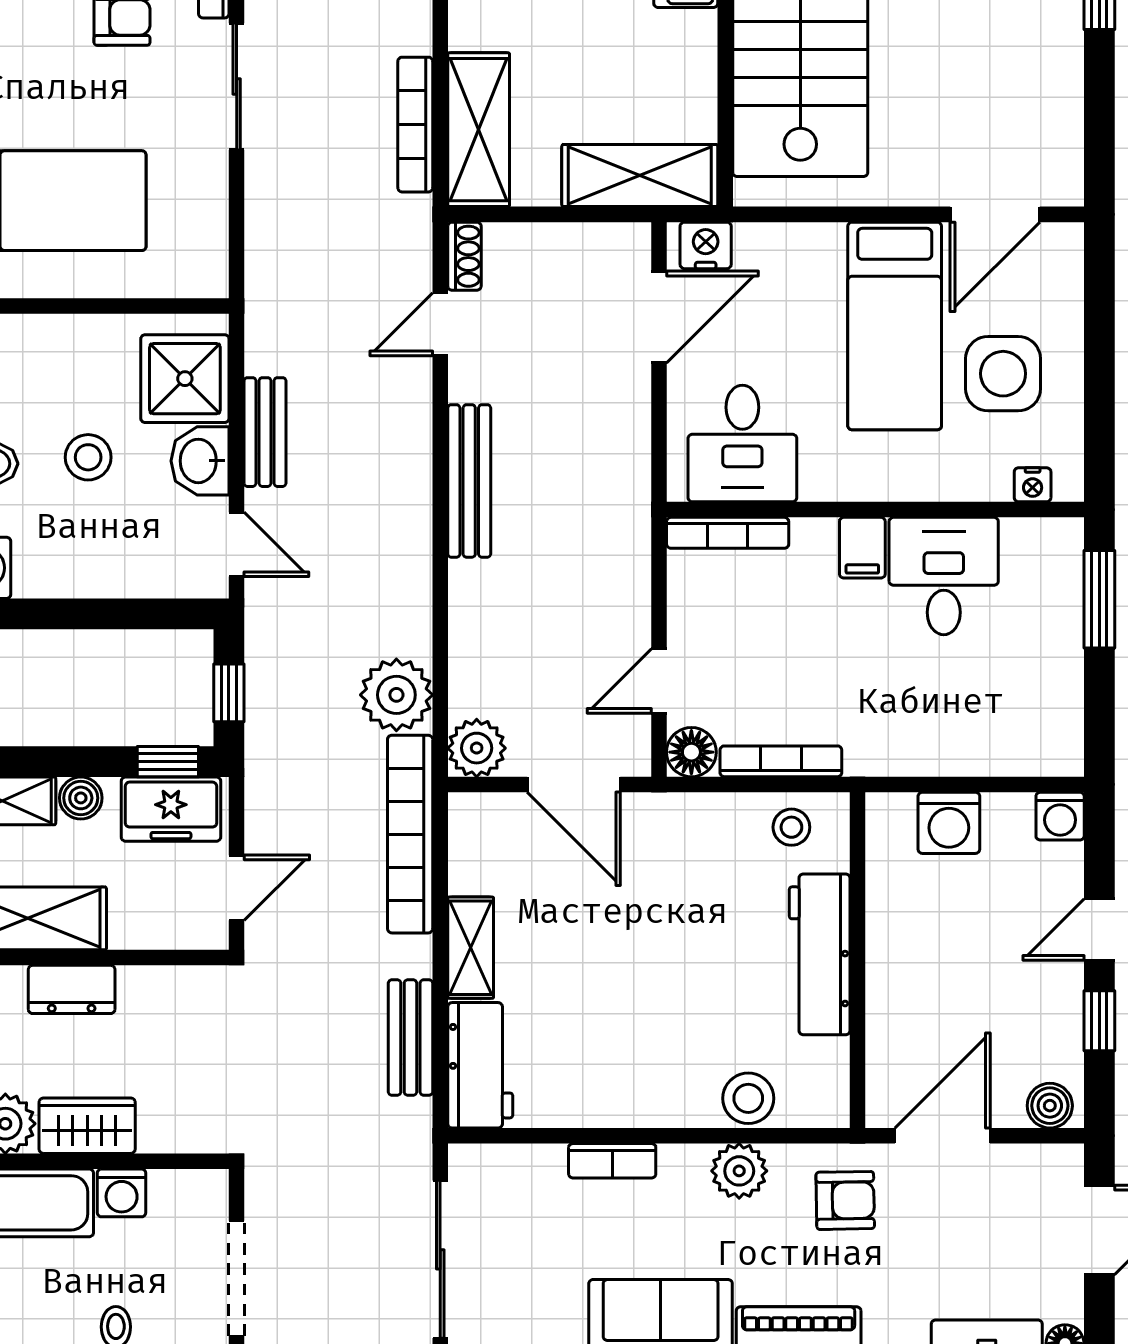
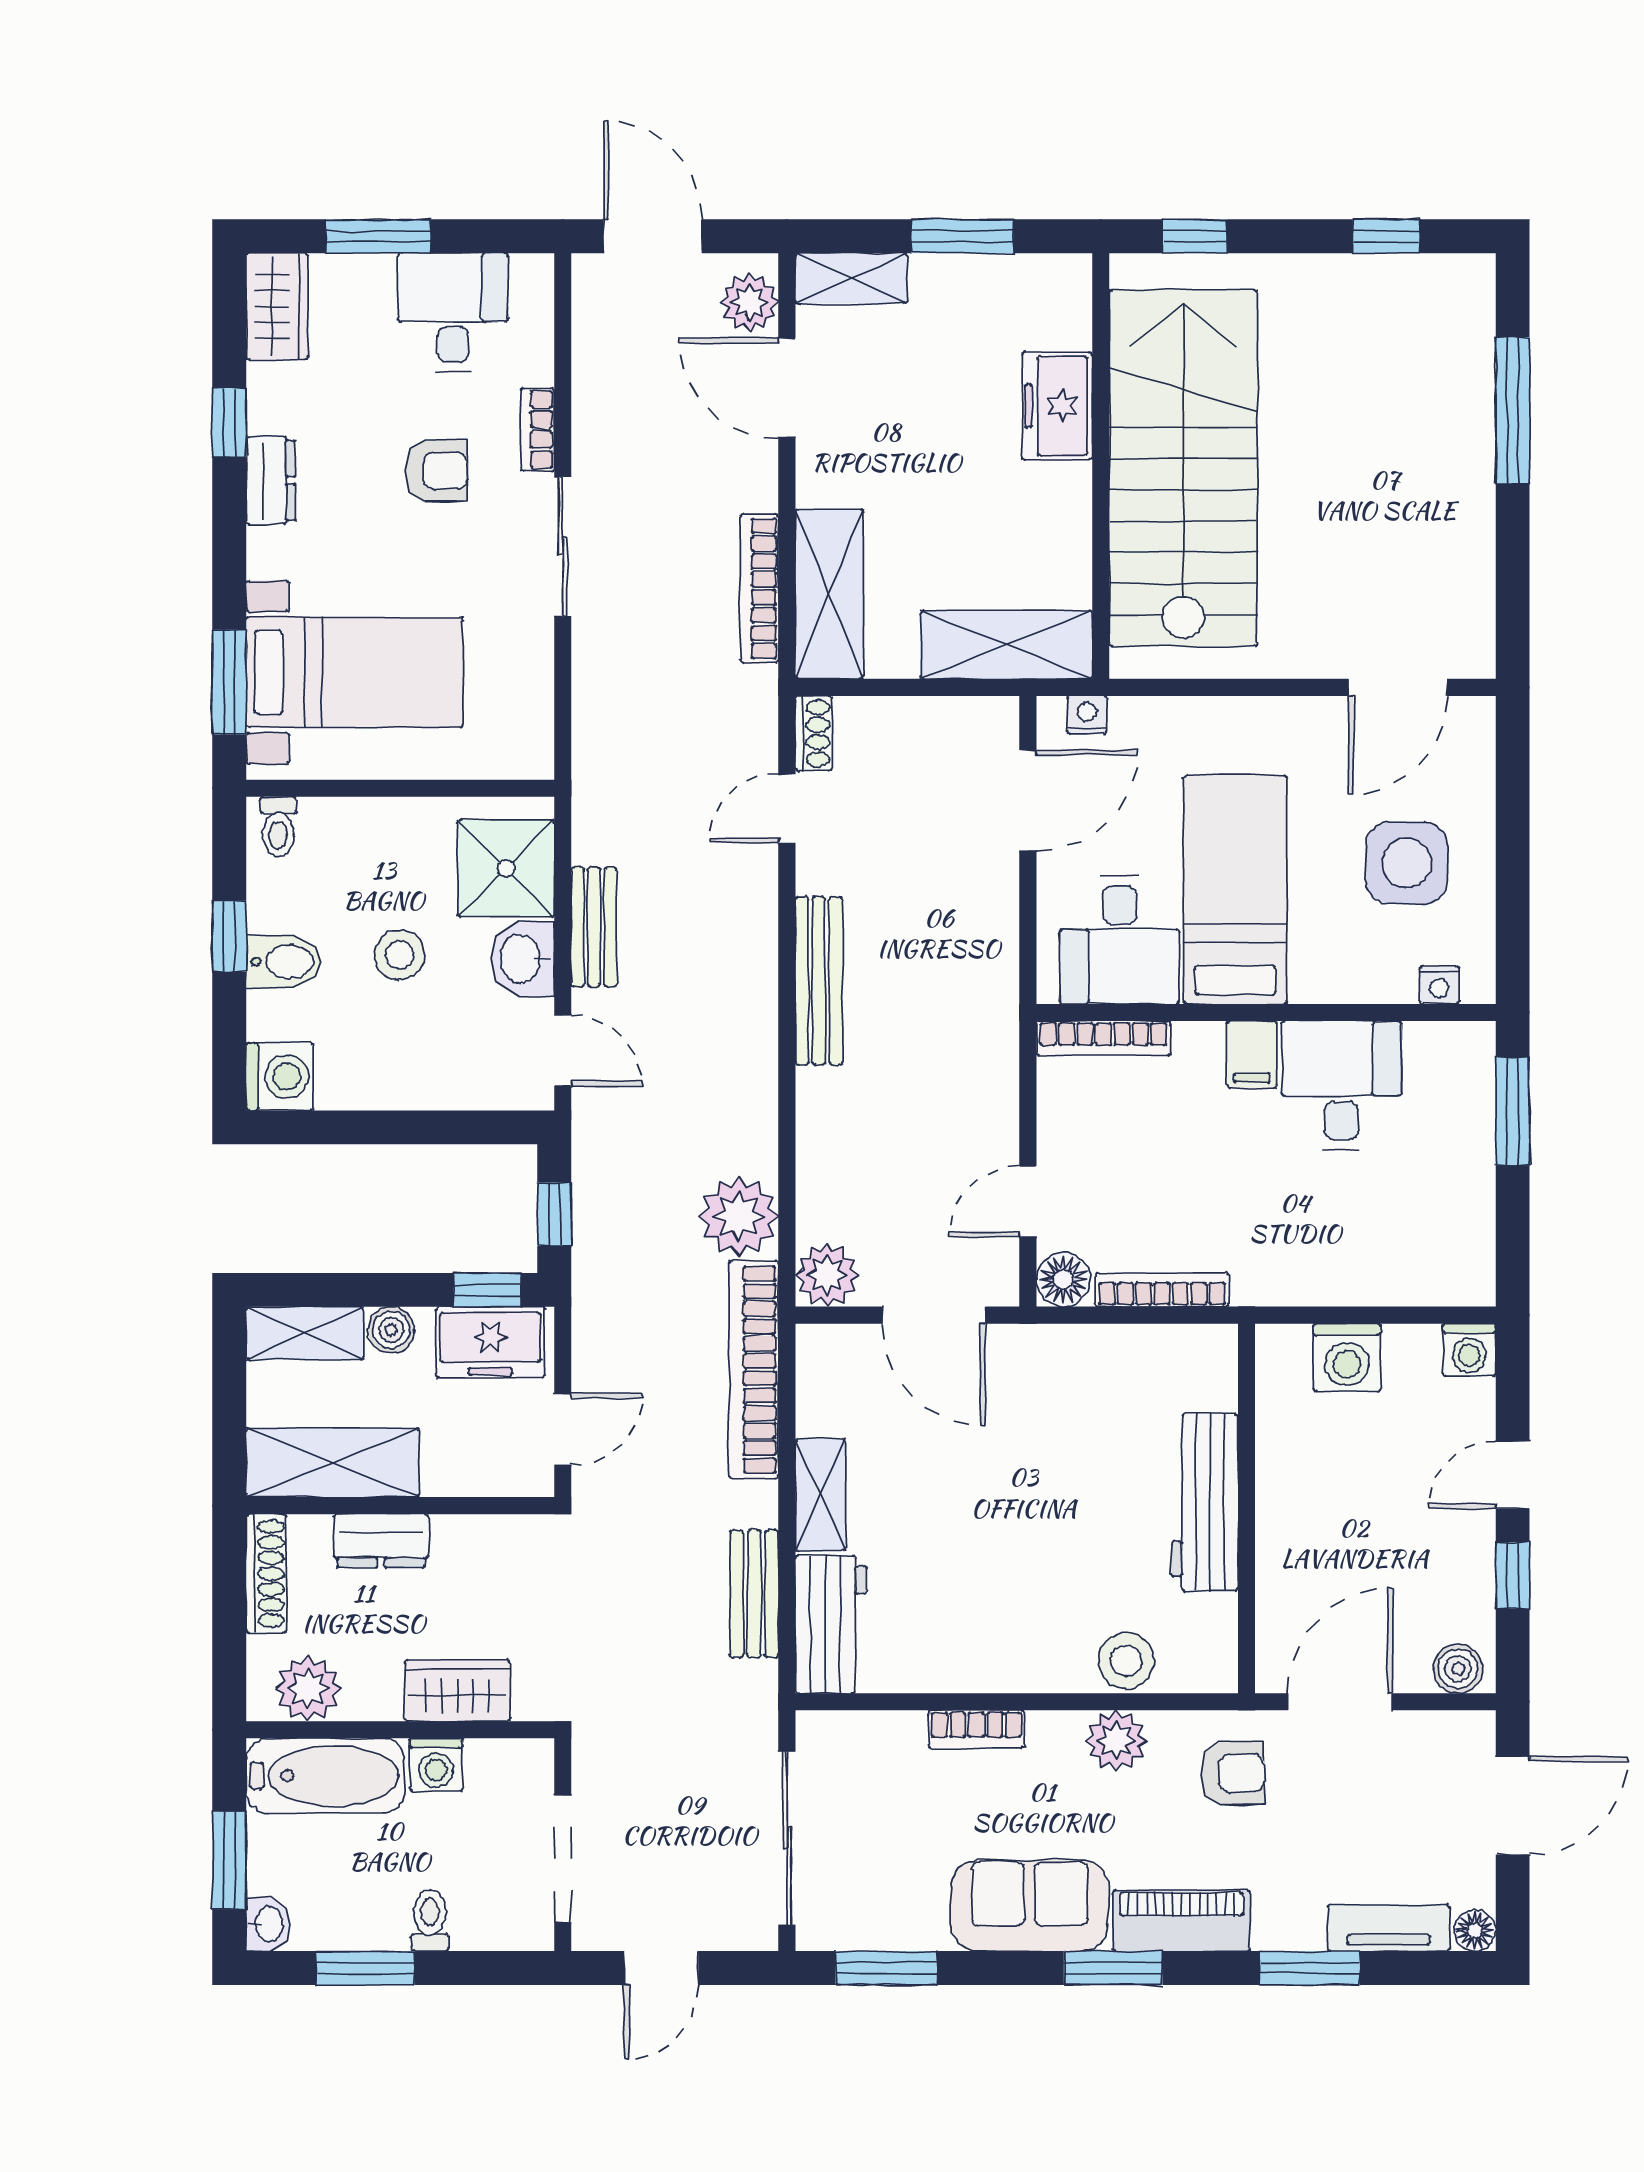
nightstand: (706, 245) -> (1087, 715), width x0.72, depth x0.74
bed: (895, 326) -> (1235, 890), moved, turned 180
stool: (791, 827) -> (1174, 1362), removed
wardrobe: (87, 1126) -> (457, 1691), moved

